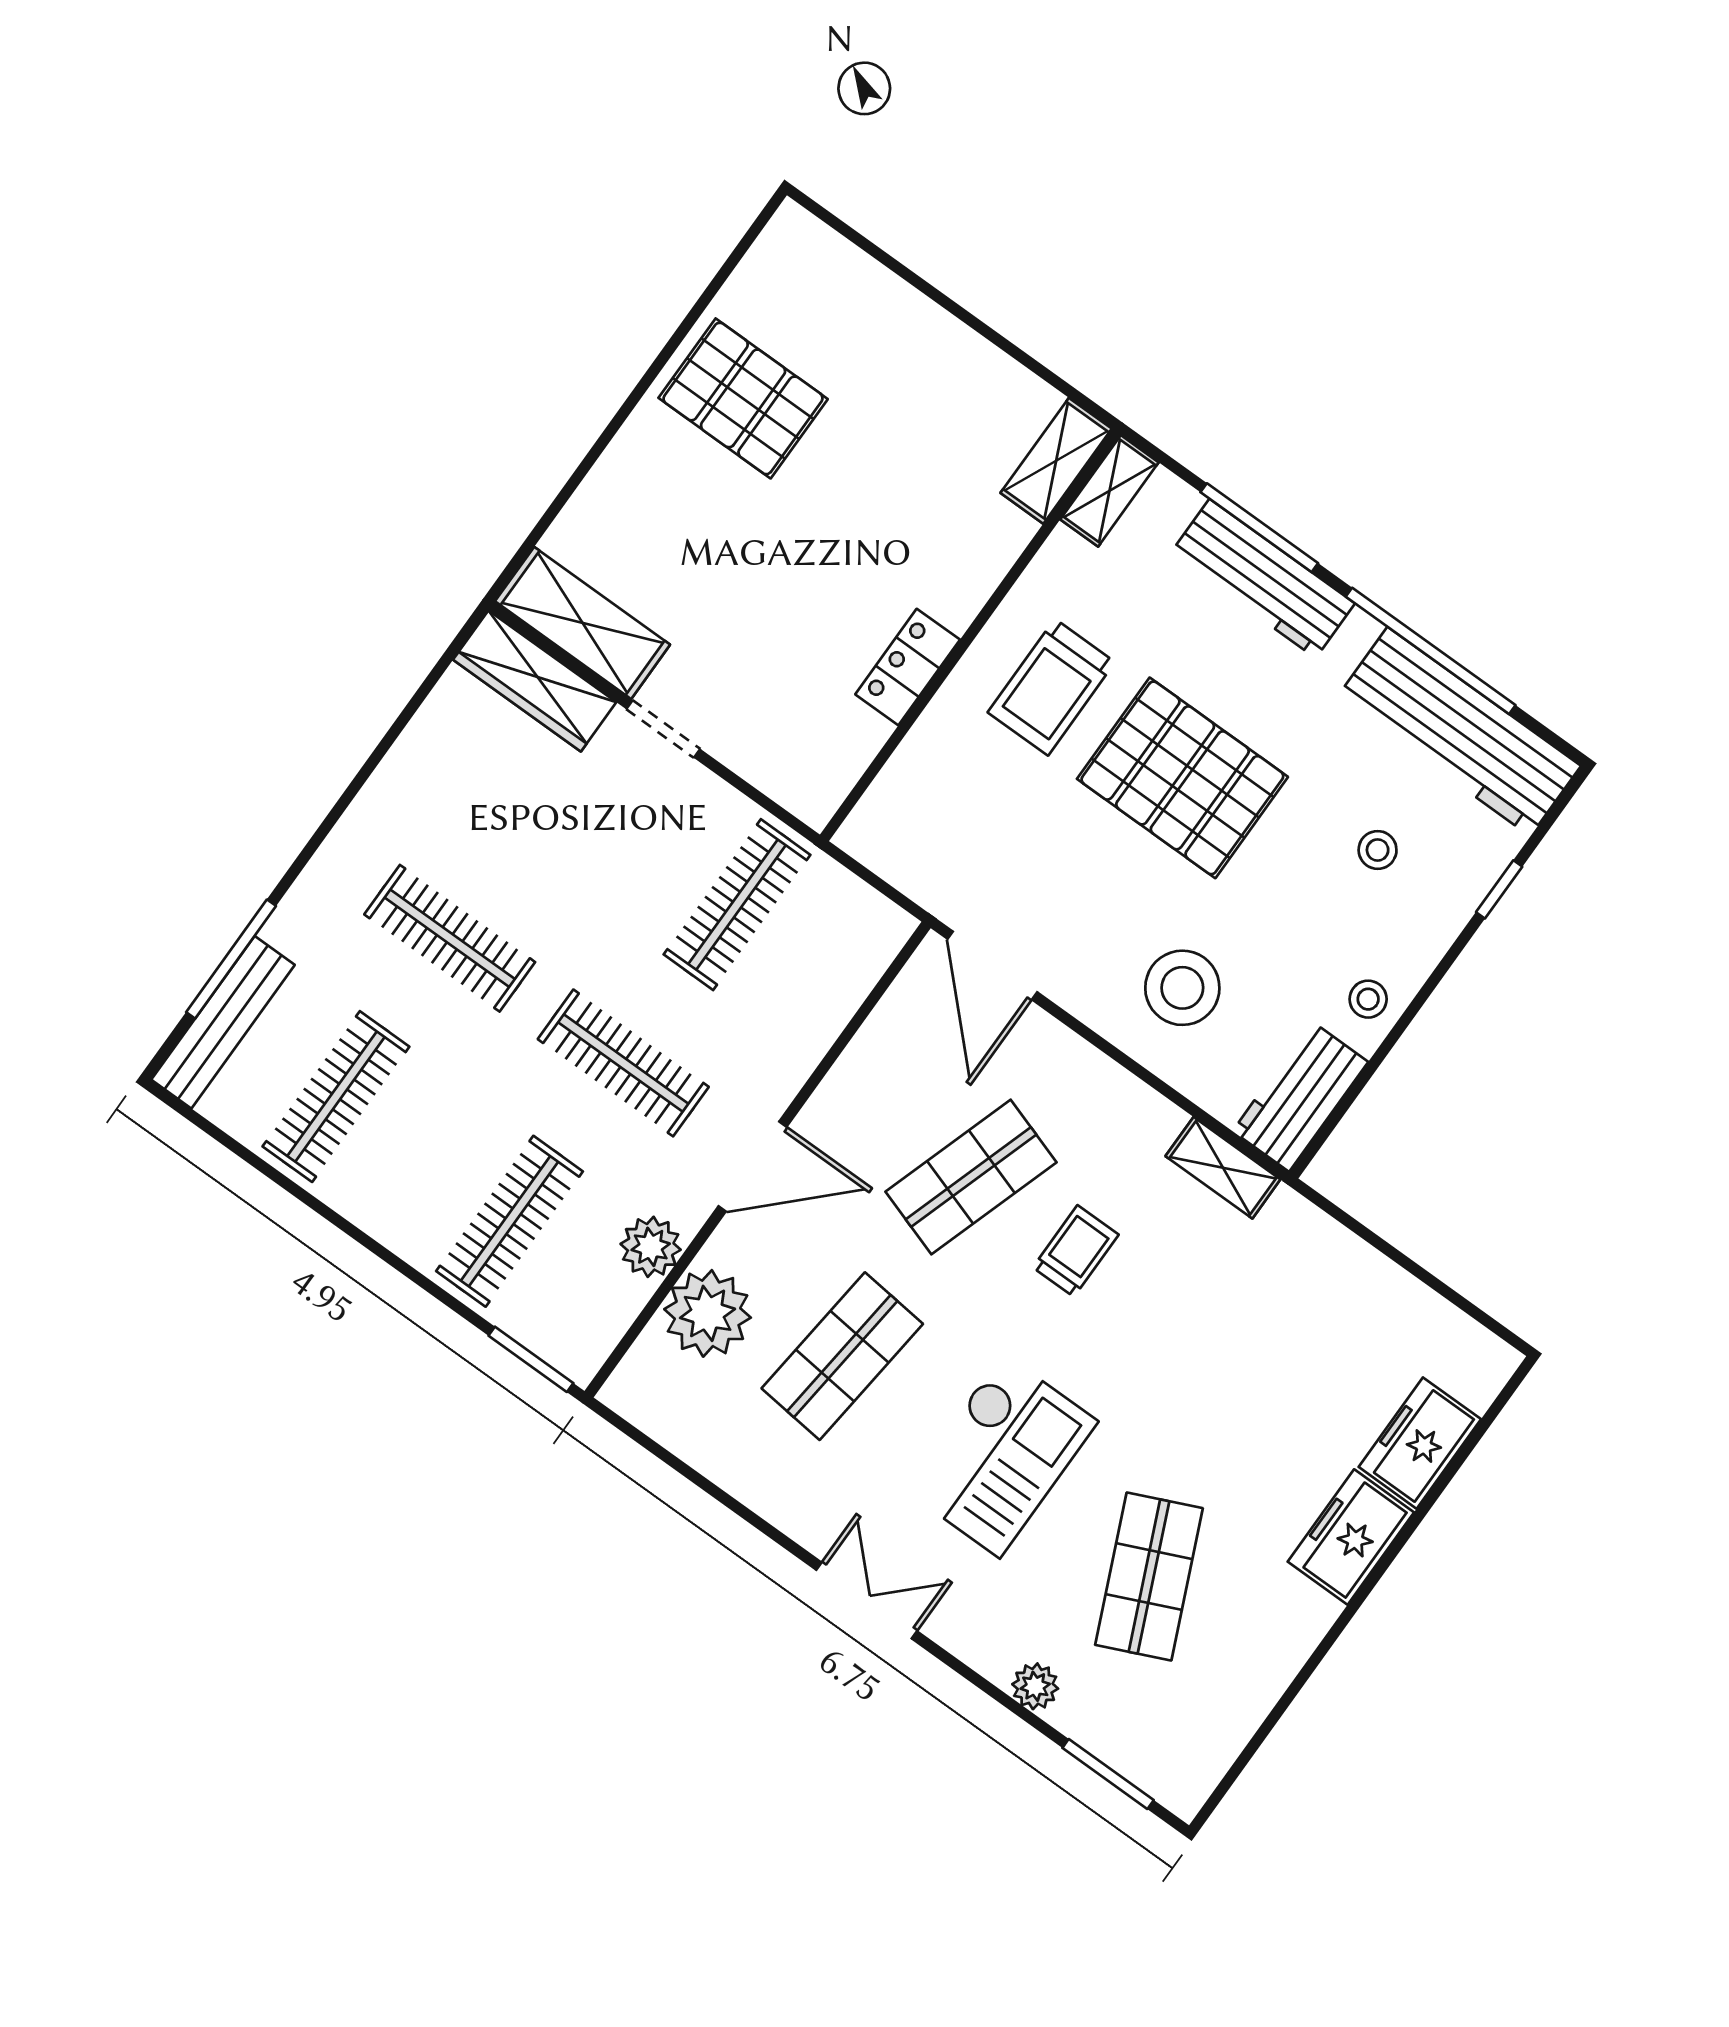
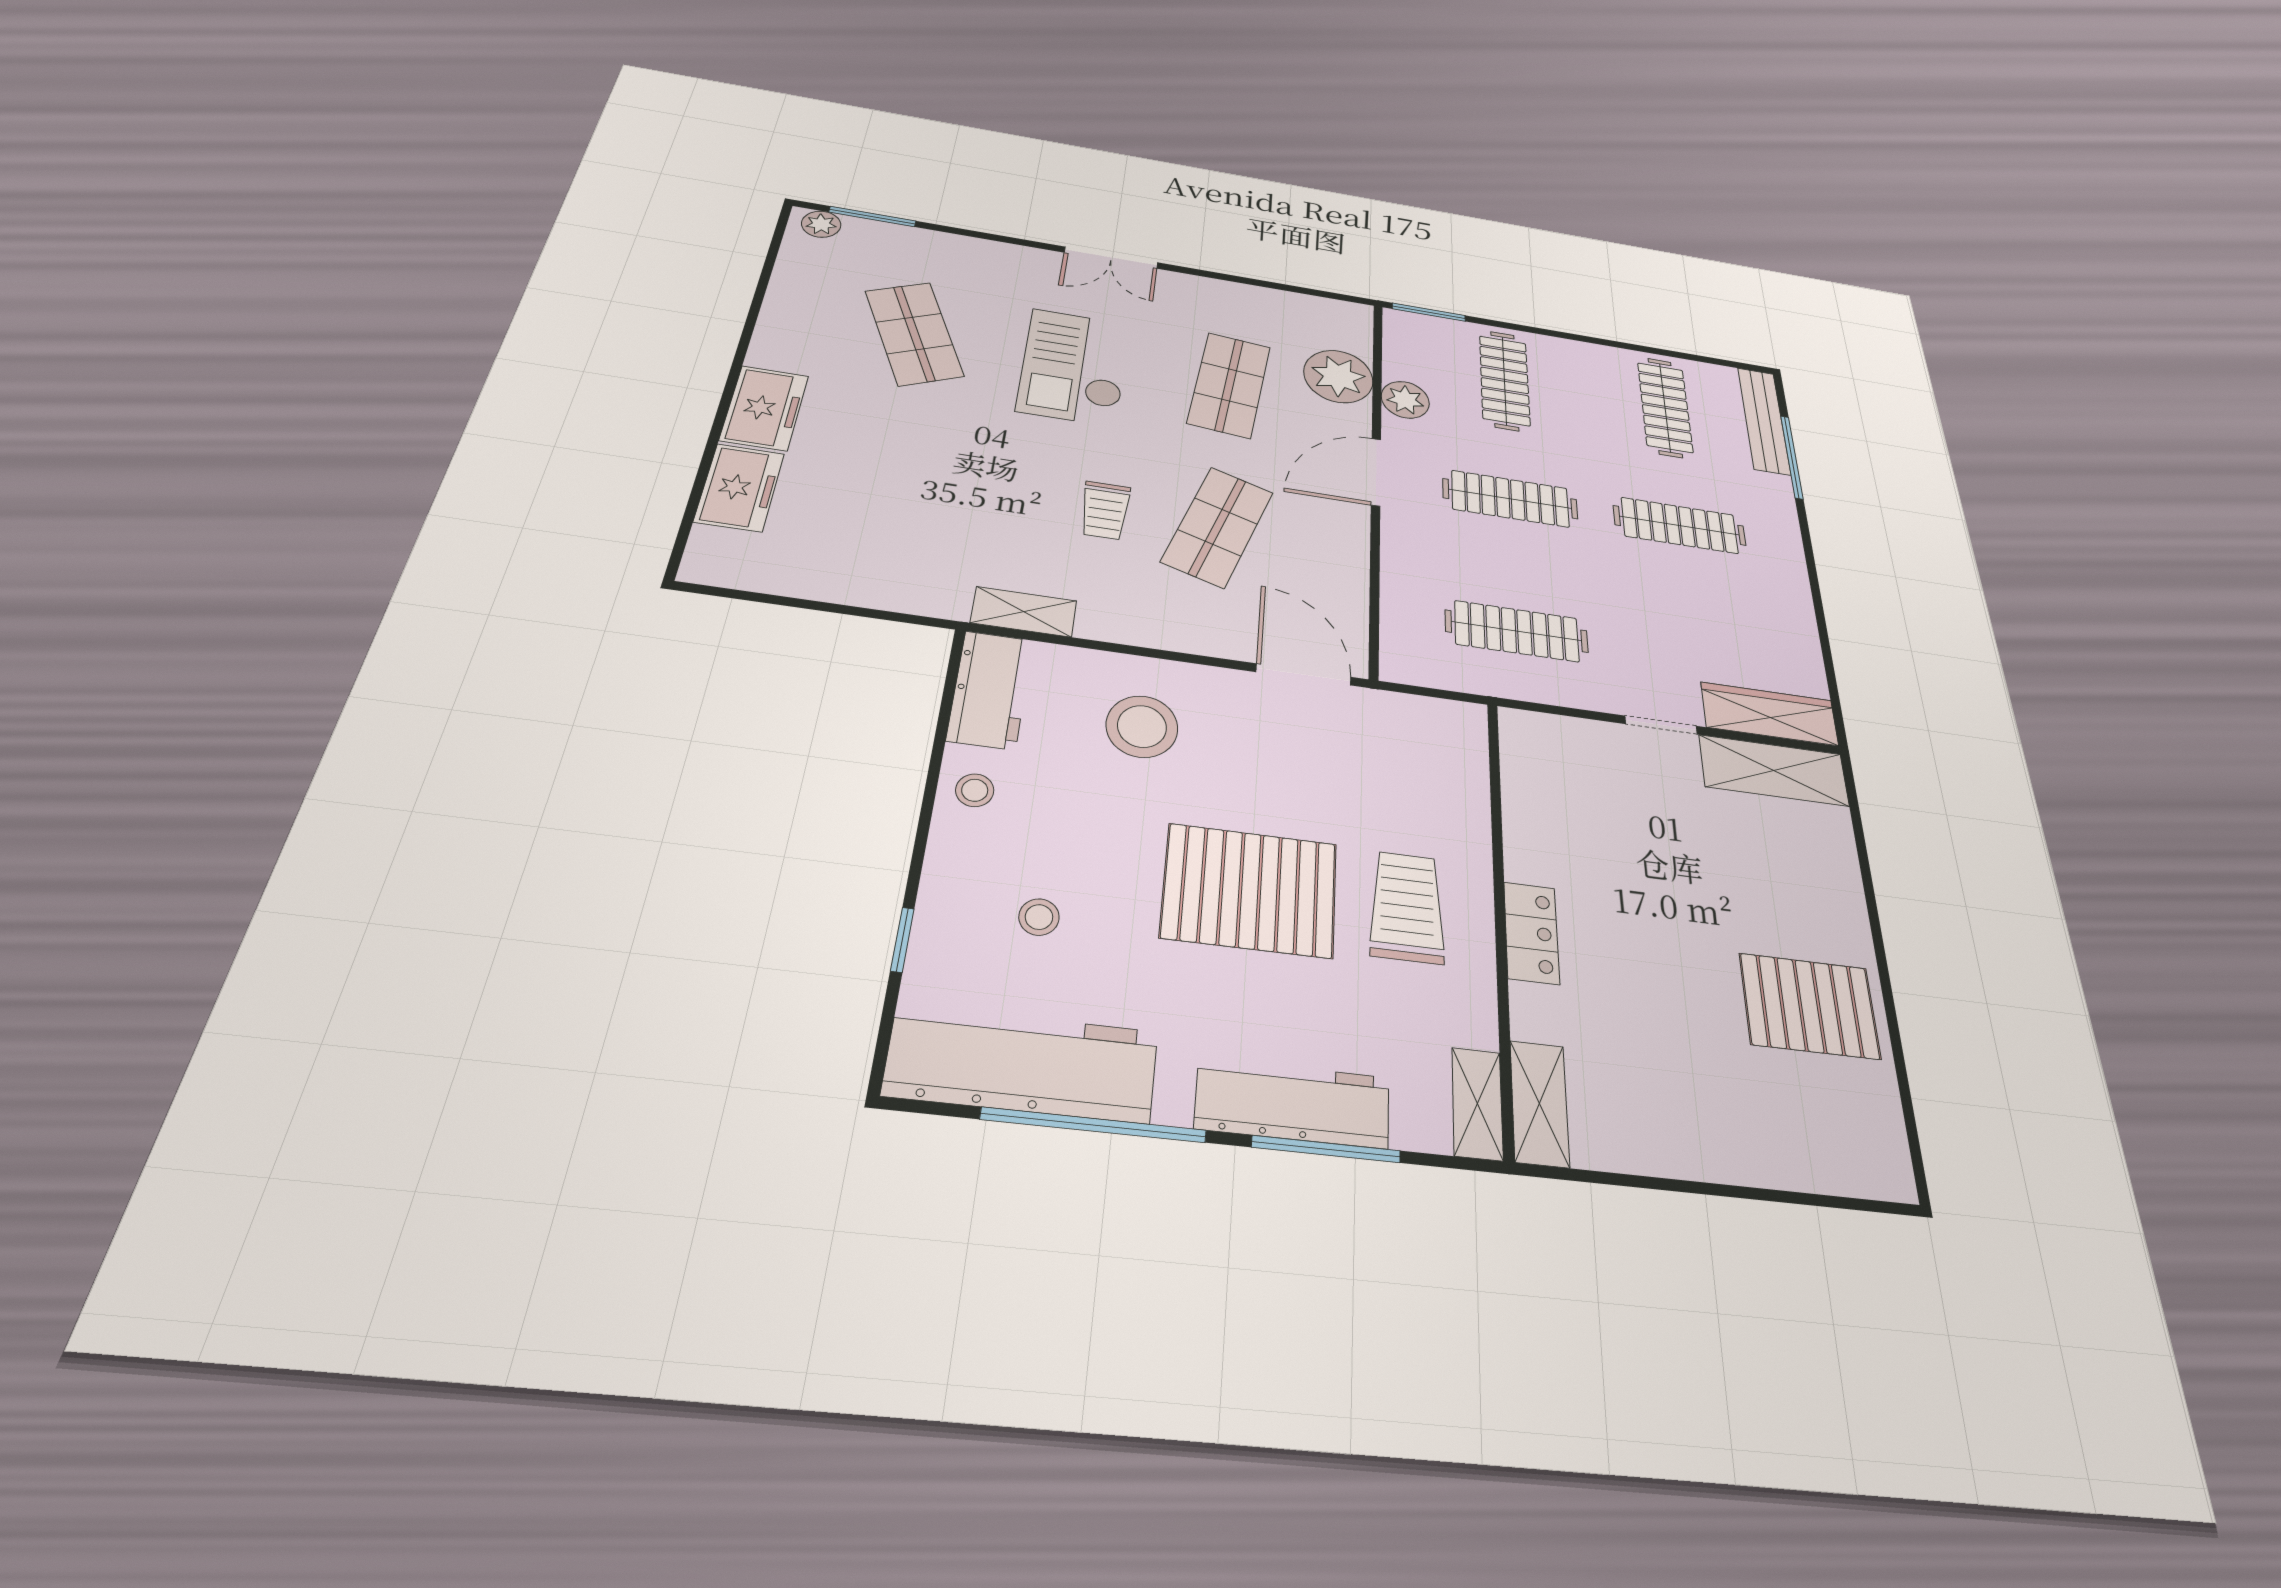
locker: (908, 667) -> (1531, 933), moved
clothes rail: (737, 905) -> (1517, 631), turned 90
plant: (1035, 1686) -> (821, 224), moved

